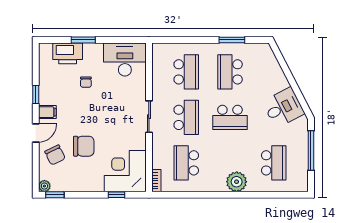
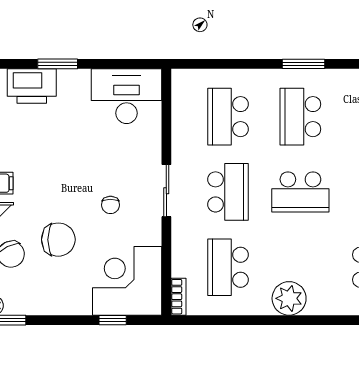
school desk: (186, 72) -> (228, 117), turned 180
chair: (86, 82) -> (110, 205), moved
plant: (237, 182) -> (289, 298), moved

